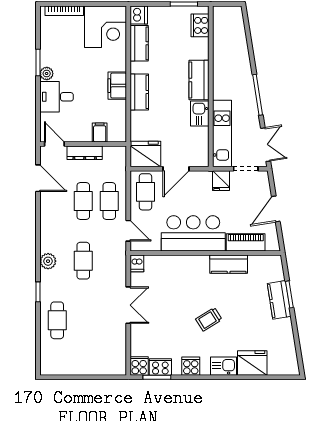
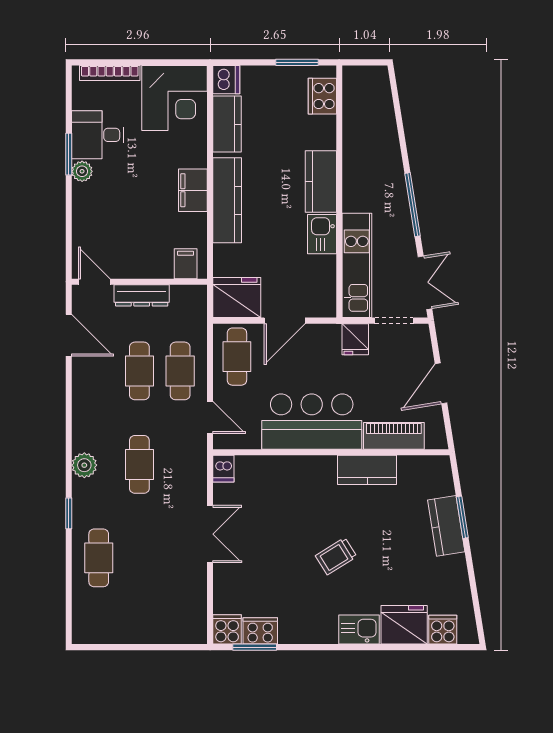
kitchen counter: (139, 92) -> (227, 200), width x1.50
desk: (57, 97) -> (98, 135), moved
filing cabinet: (100, 133) -> (186, 264), moved
cooker: (191, 366) -> (443, 630), moved

